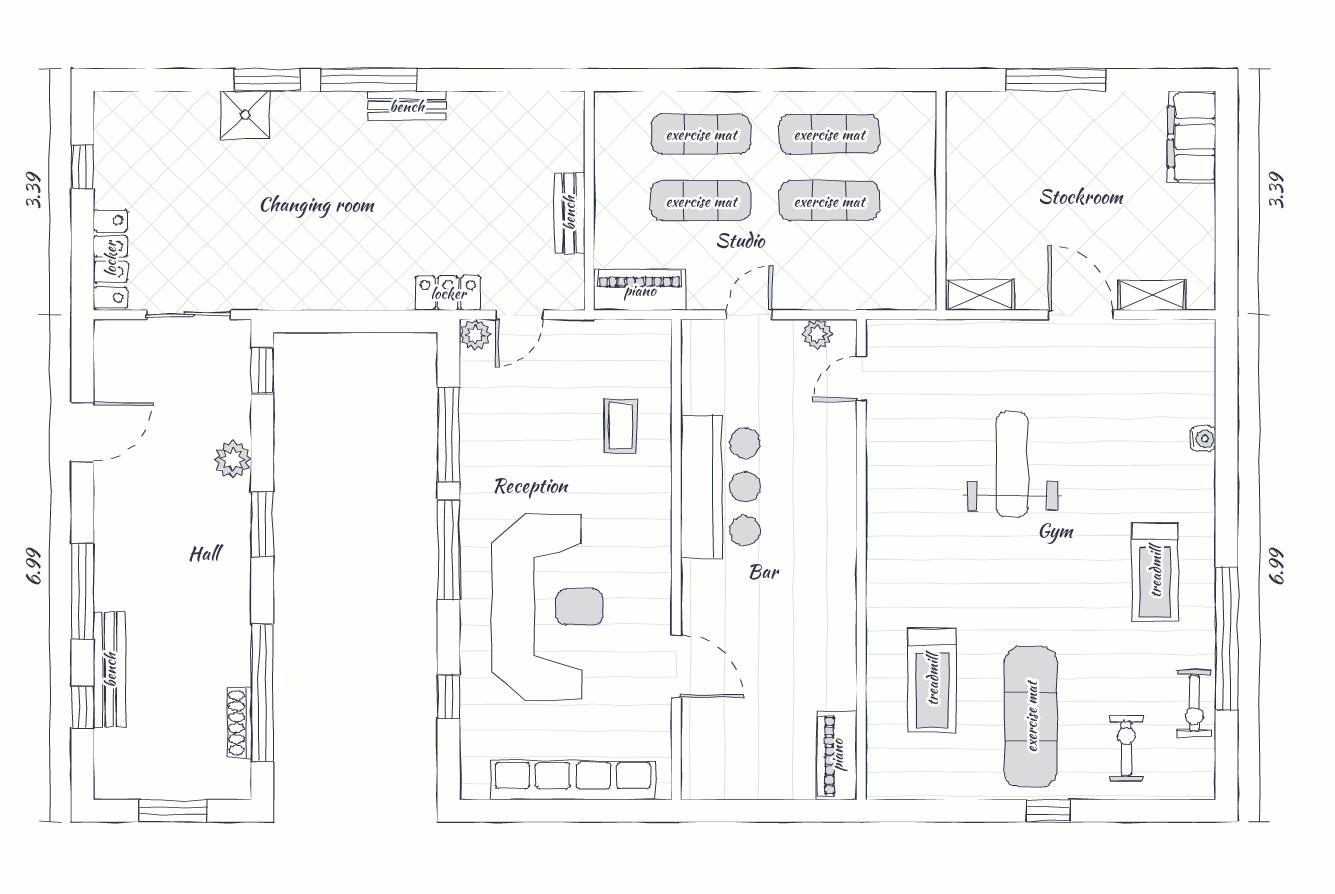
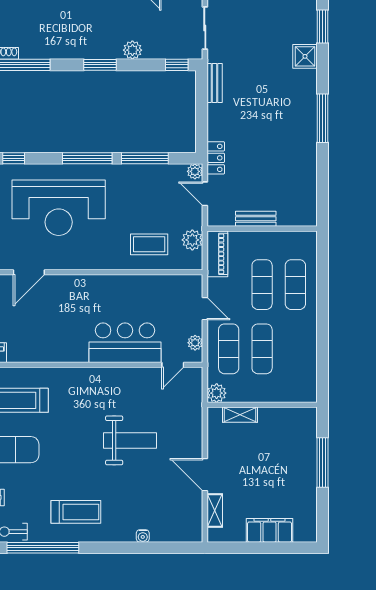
window: (267, 80) -> (322, 27), moved
bench: (407, 106) -> (215, 83), moved
exercise mat: (829, 134) -> (229, 349), moved
filing cabinet: (1192, 137) -> (270, 530), moved
plant: (918, 291) -> (217, 393), added
shelving: (980, 295) -> (240, 415), moved, turned 90
door: (1081, 315) -> (205, 475), swing flipped
plant: (612, 340) -> (192, 240), added
door: (861, 379) -> (173, 365), swing flipped
coffee table: (621, 426) -> (149, 244), width x1.36, depth x1.30
bar counter: (720, 487) -> (125, 343), moved, turned 180
treadmill: (1155, 572) -> (76, 512), turned 180

